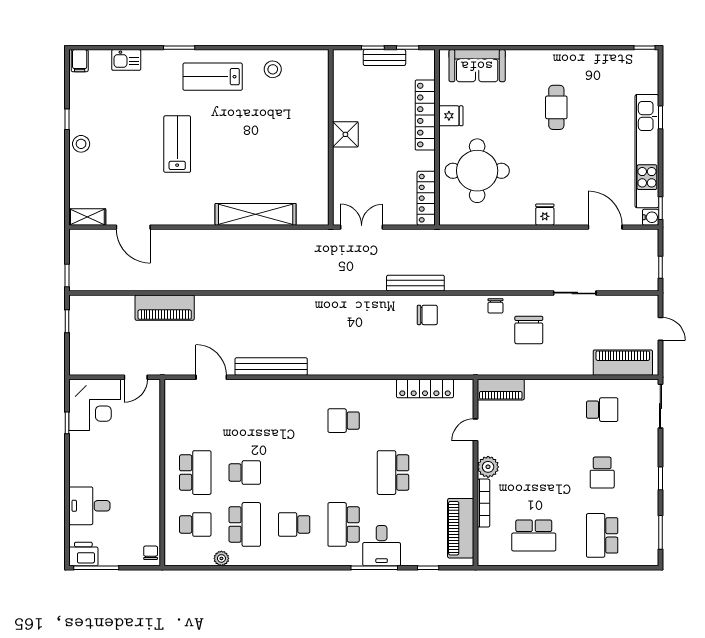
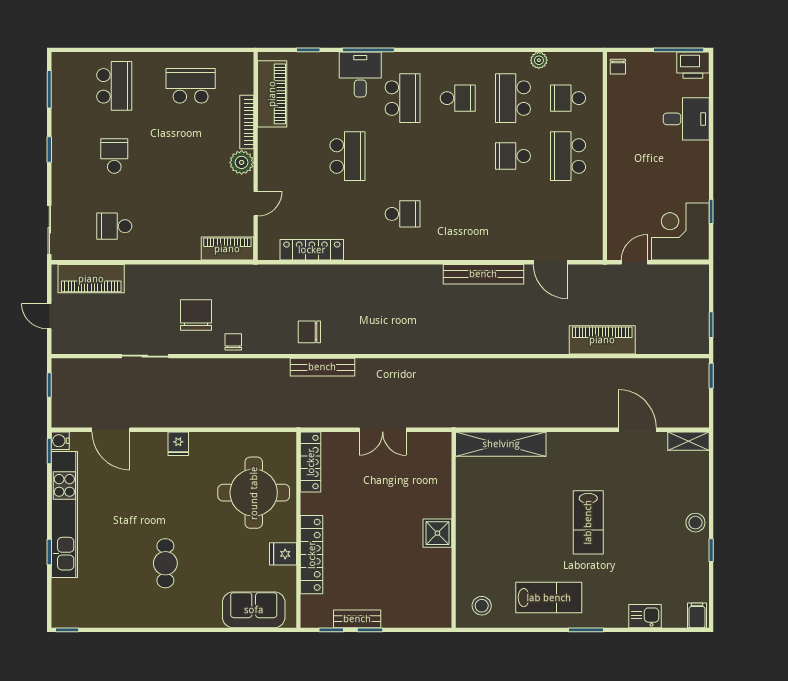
shower: (345, 134) -> (437, 533), moved
wall: (331, 137) -> (454, 530), moved

